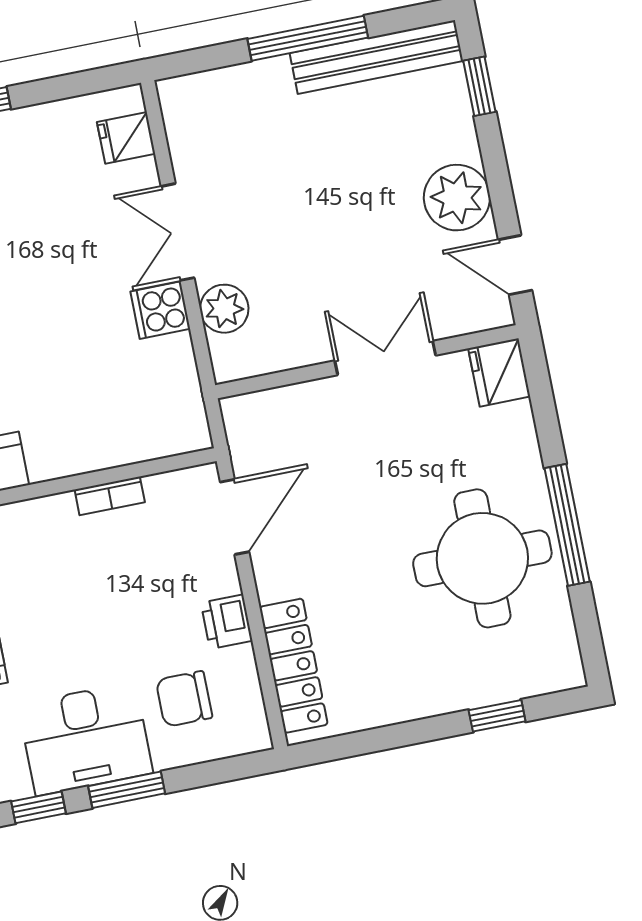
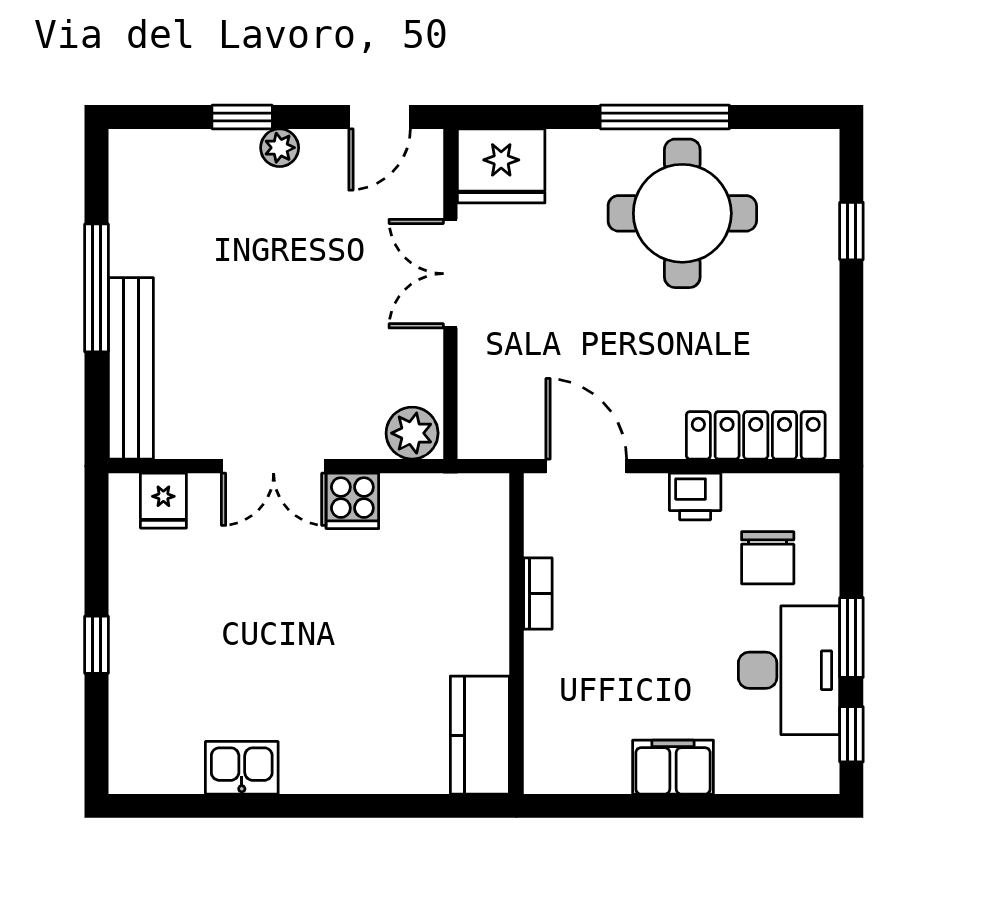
bench: (376, 57) -> (131, 368), moved
window: (479, 86) -> (242, 117), moved
plant: (457, 198) -> (280, 148), width x0.53, depth x0.53
plant: (224, 309) -> (412, 433), moved
fridge: (499, 372) -> (501, 166), width x1.36, depth x1.34

